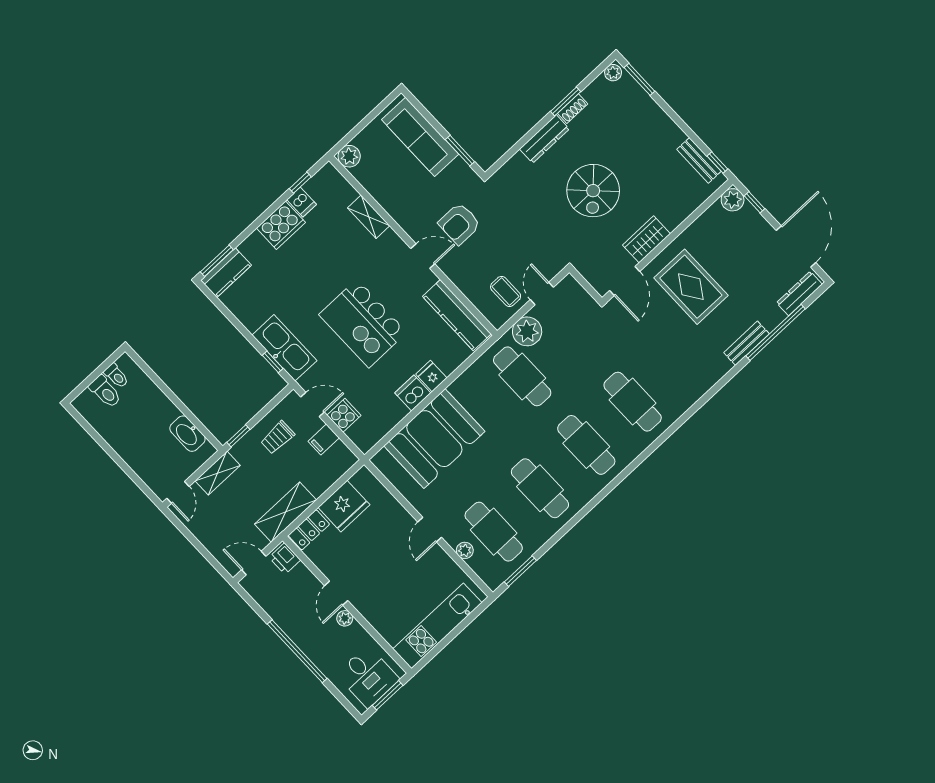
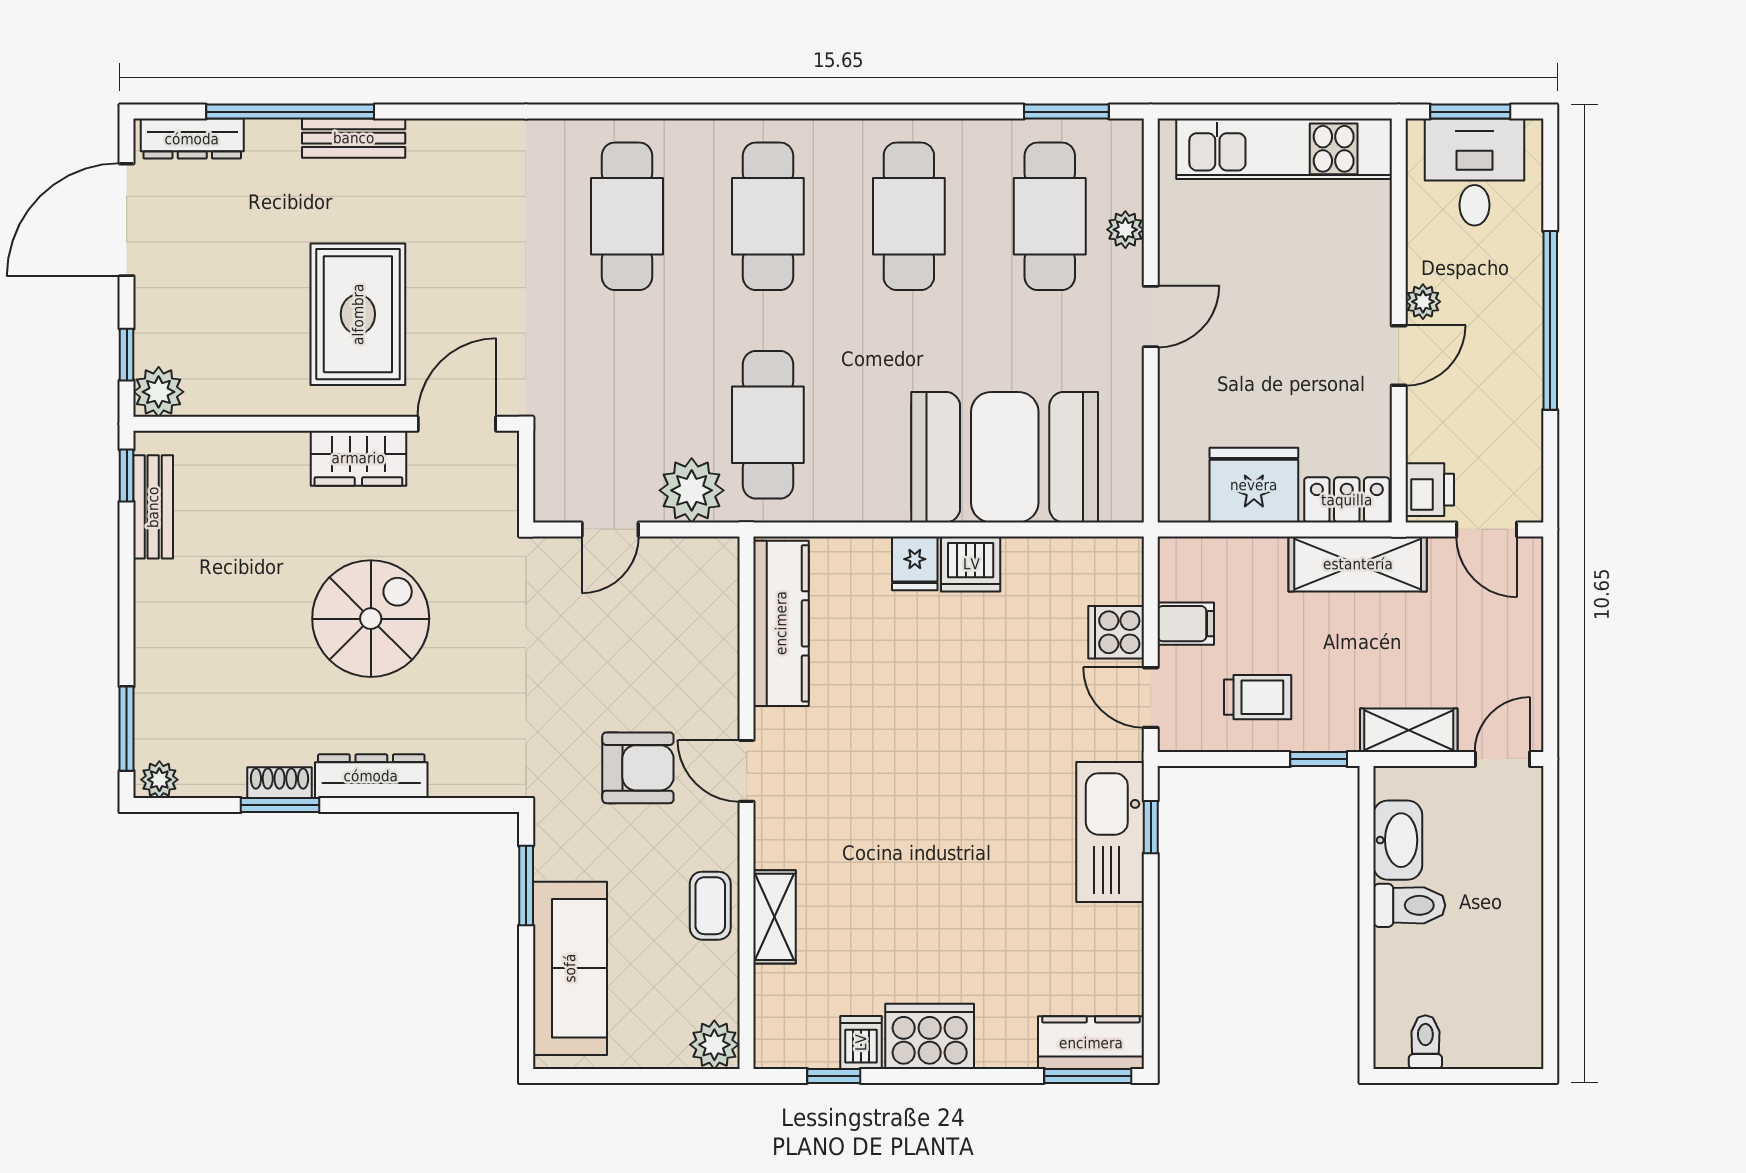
coffee table: (506, 291) -> (710, 906), moved
kitchen island: (363, 323) -> (946, 753), removed
toilet: (105, 392) -> (1409, 905), moved, turned 90

